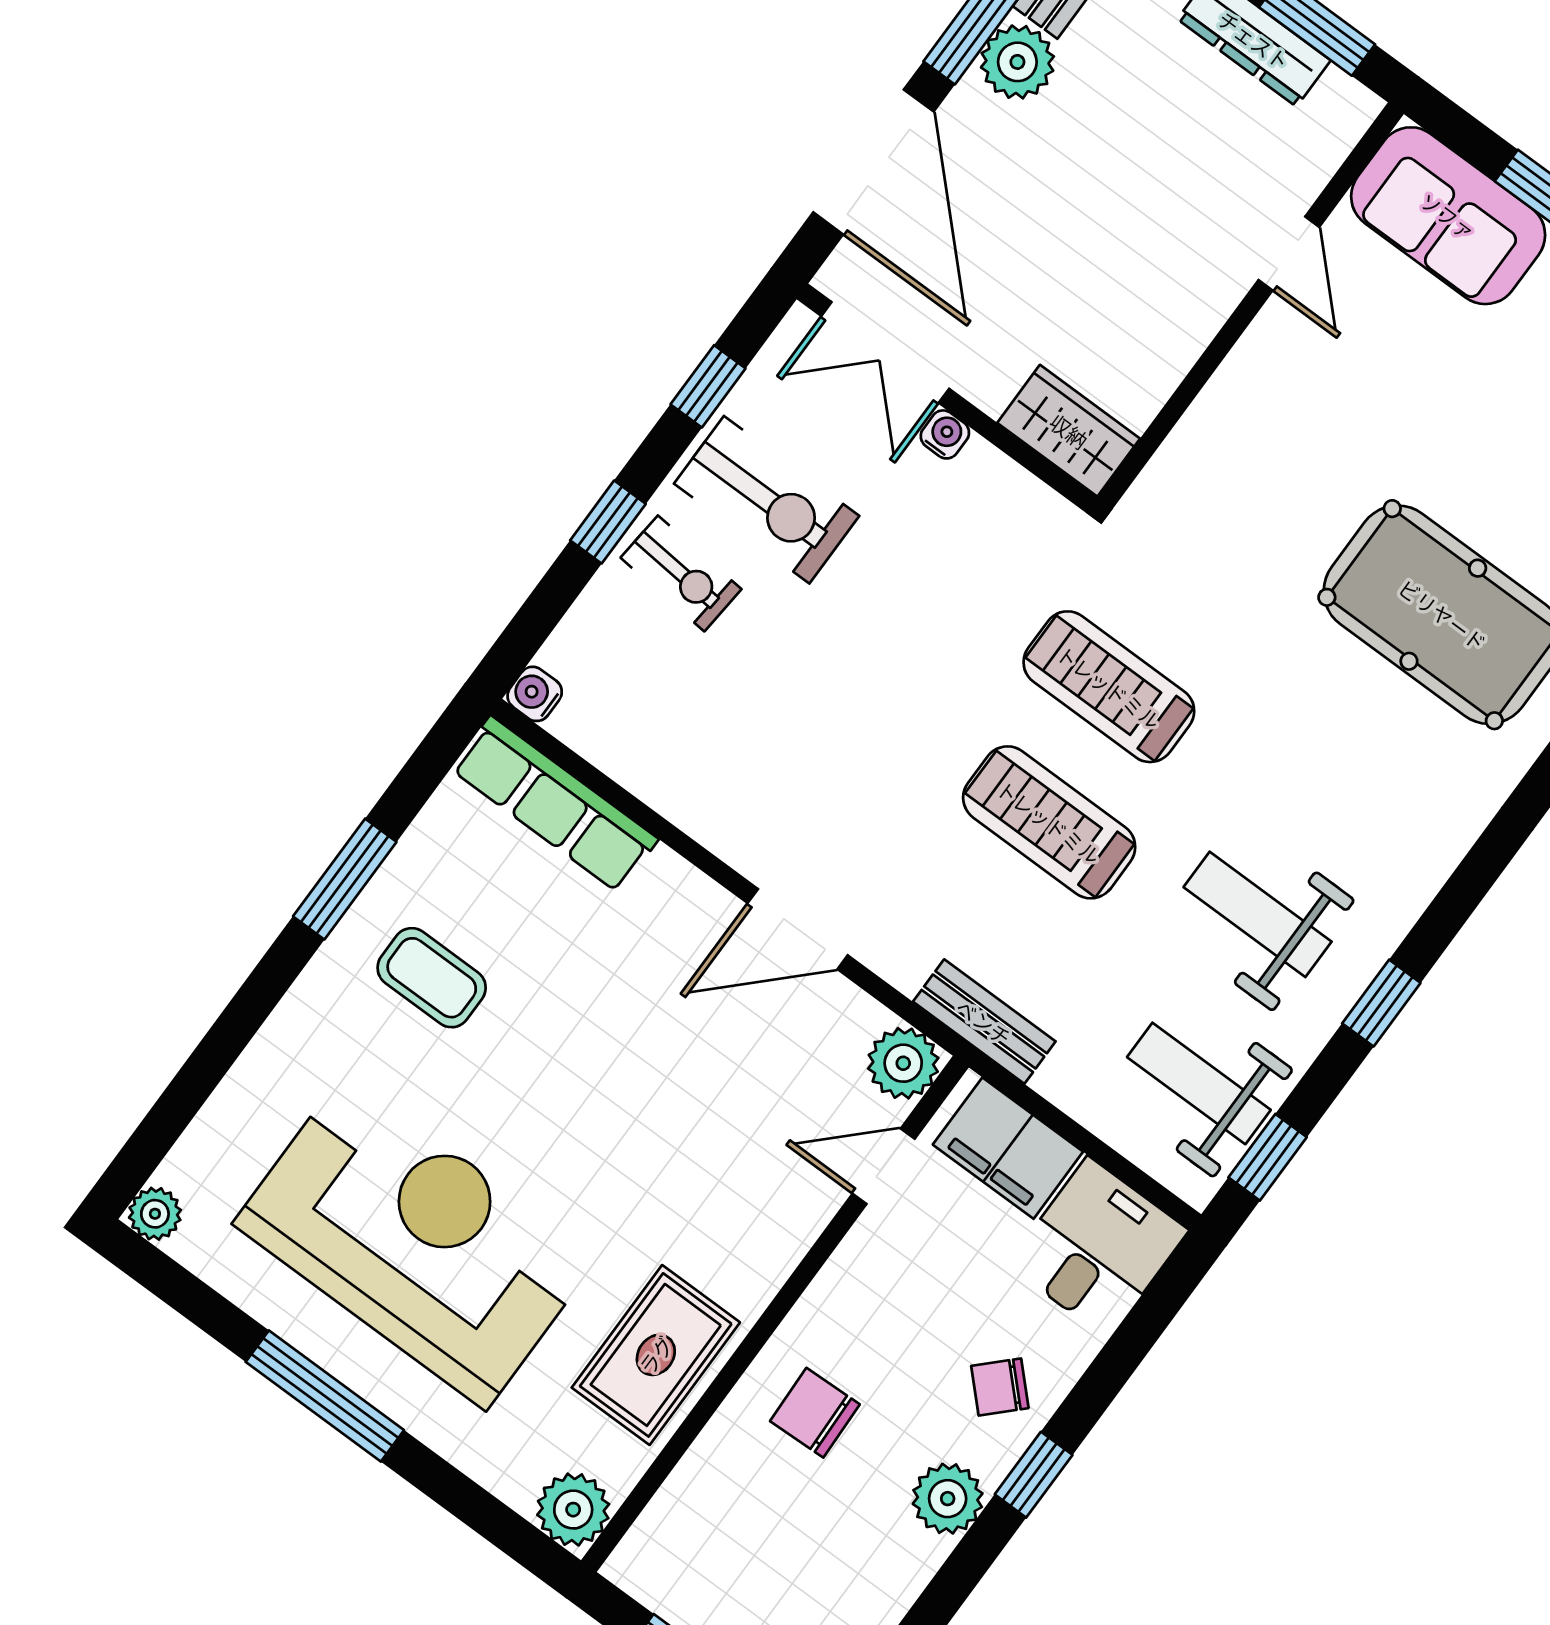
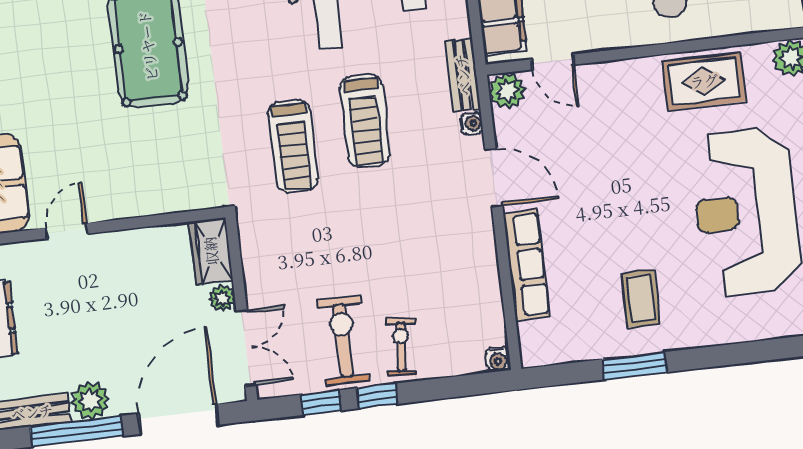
plant: (987, 384) -> (222, 298), added
water cooler: (945, 434) -> (472, 123), moved, turned 180
window: (608, 522) -> (377, 396), moved
row of seats: (555, 804) -> (527, 265), moved

